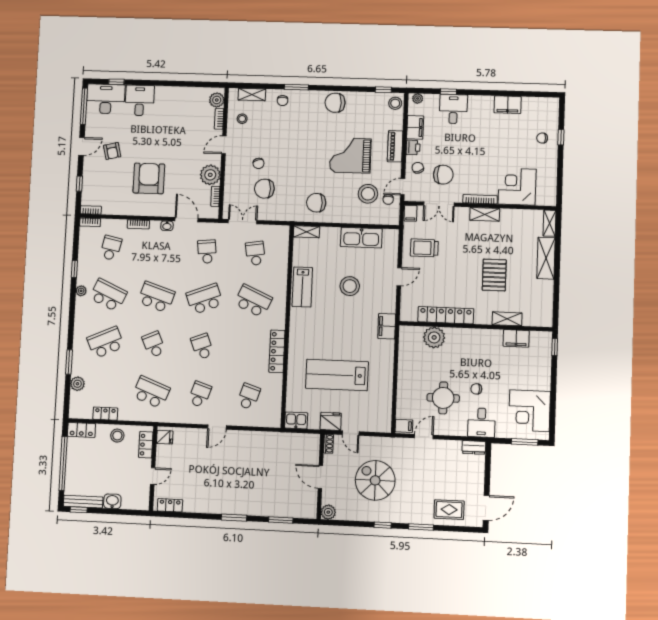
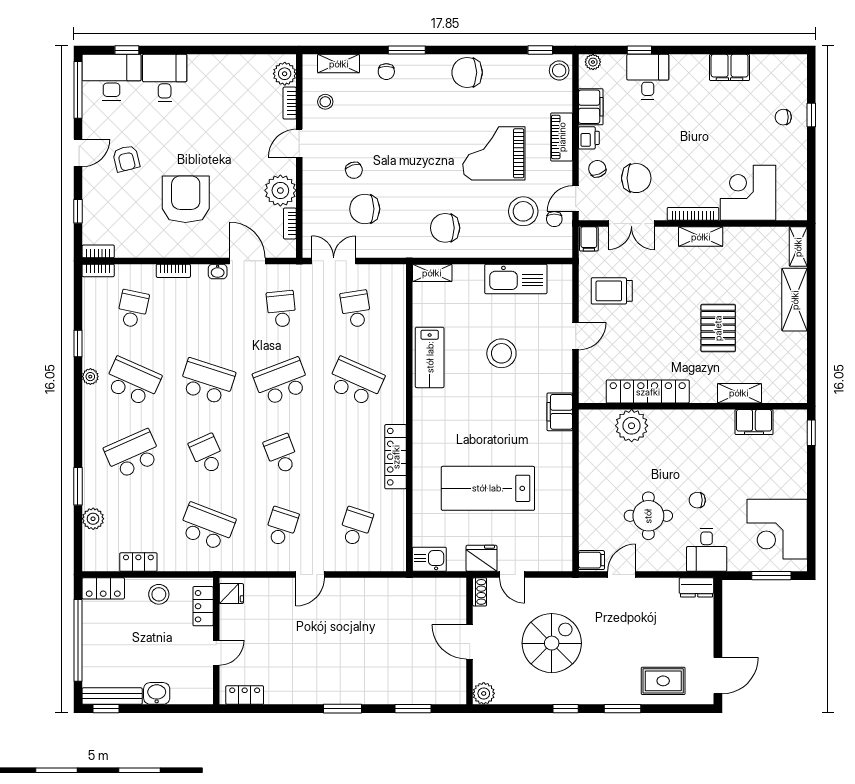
spiral stairs: (375, 480) -> (552, 643), turned 90

